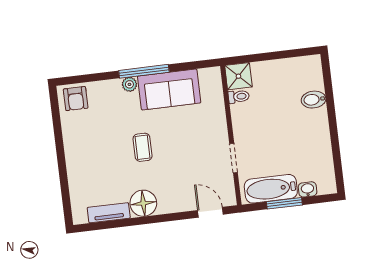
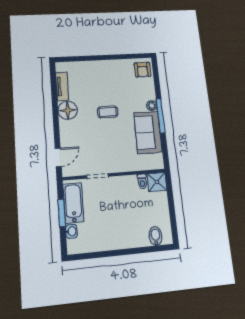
armchair: (76, 99) -> (142, 70), turned -90
bidet: (314, 100) -> (156, 236), moved

